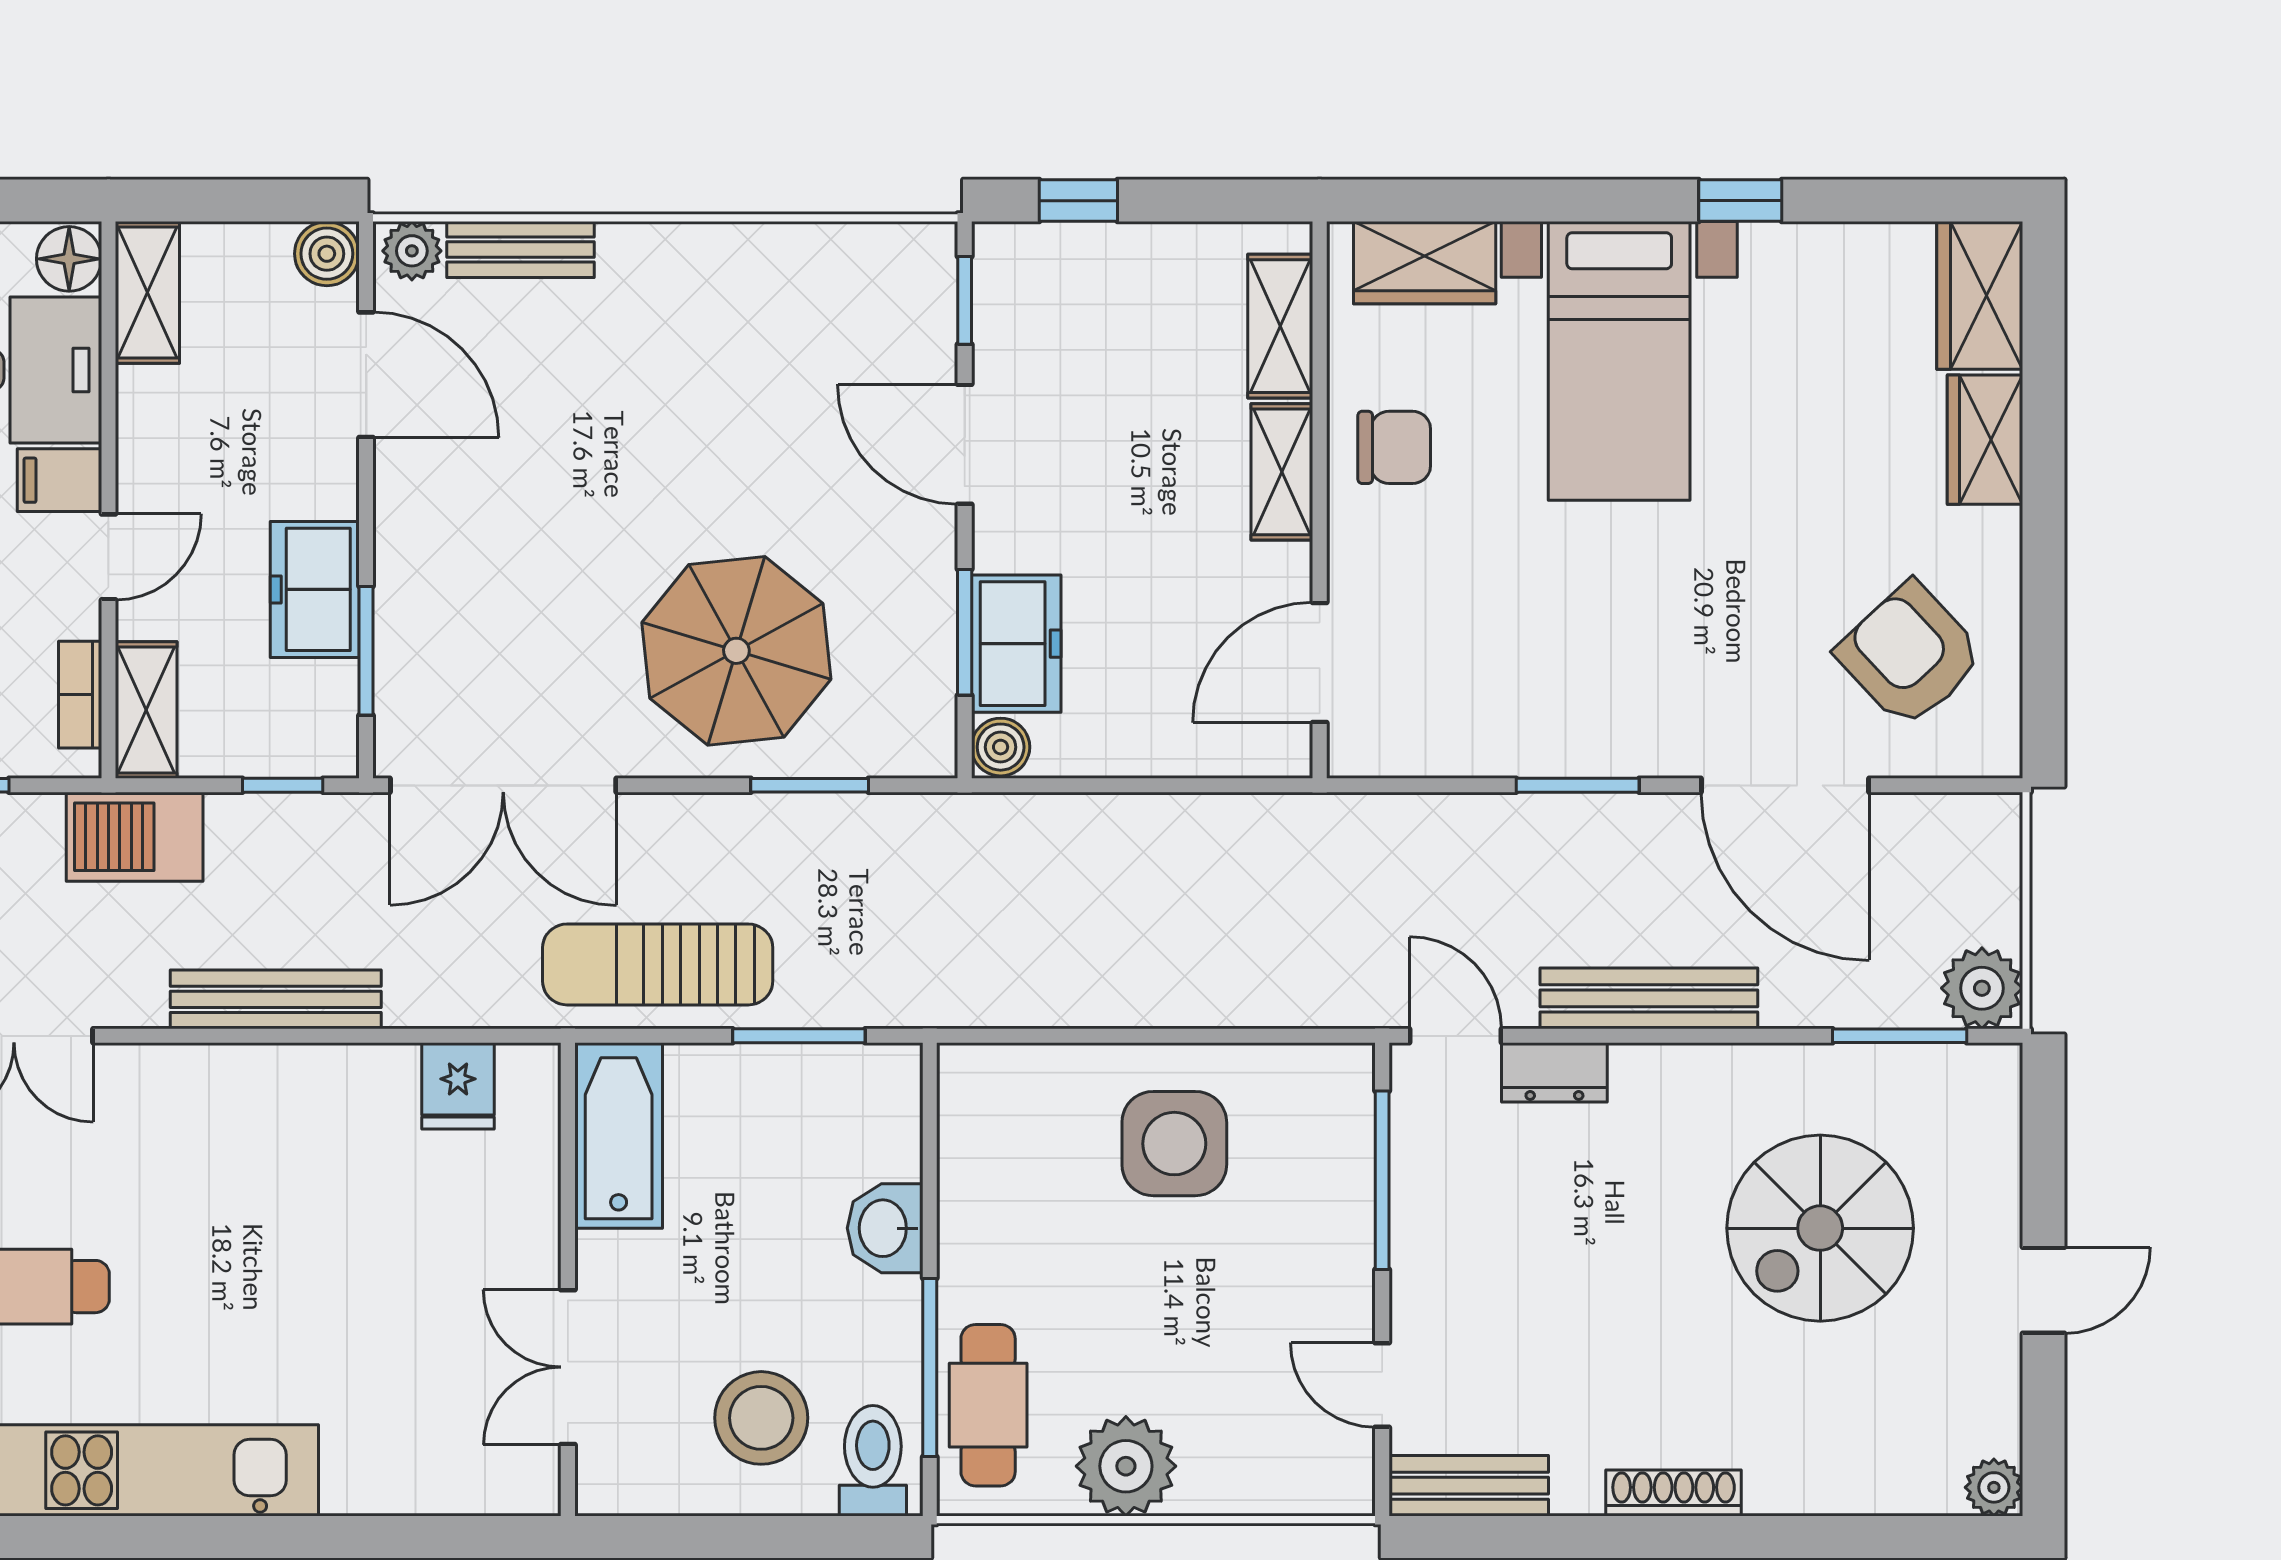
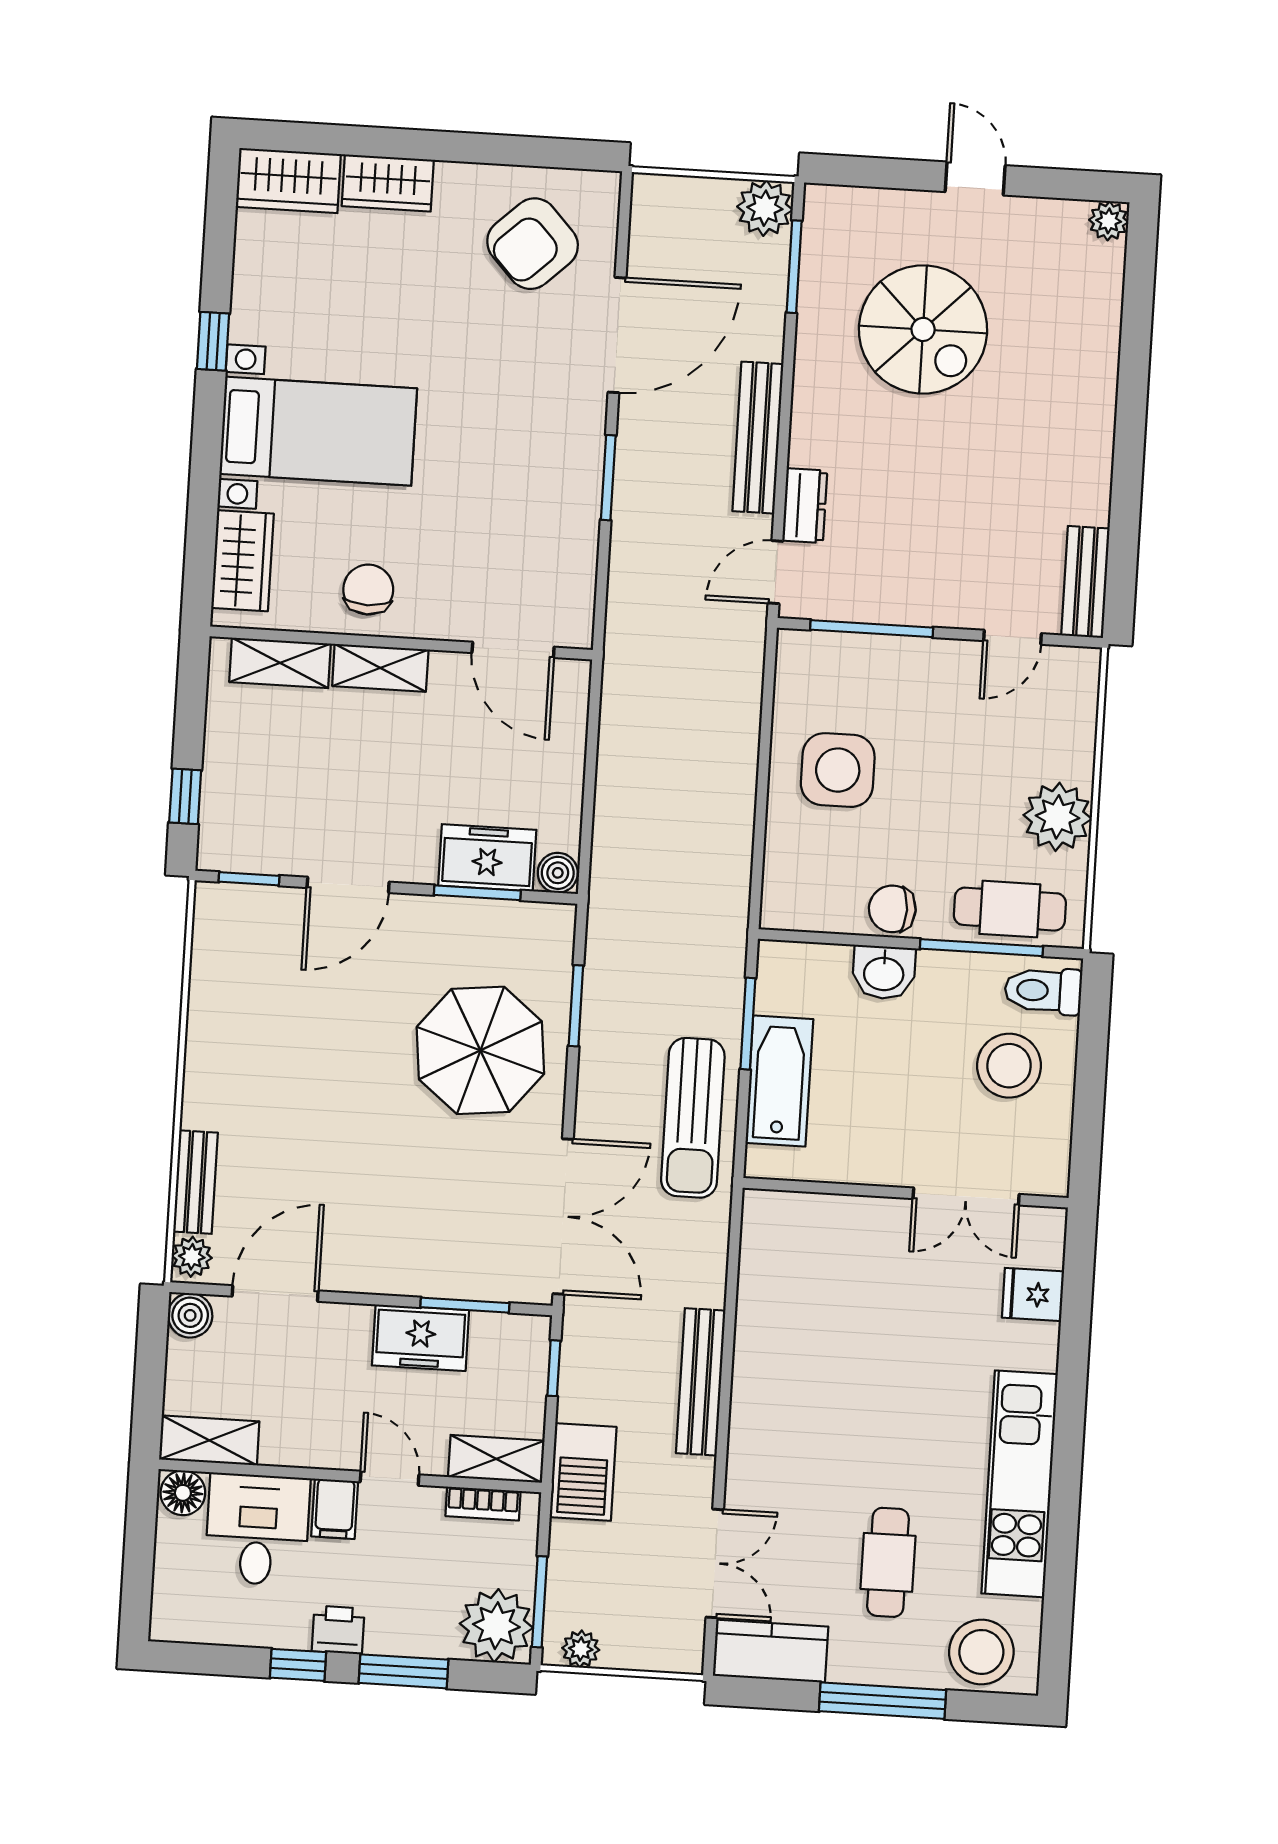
fridge: (458, 1086) -> (1033, 1294), moved, turned 180
bathtub: (619, 1136) -> (779, 1081), moved, turned 90
chair: (978, 1235) -> (892, 909), added
shoe rack: (1674, 1493) -> (1099, 441), removed

